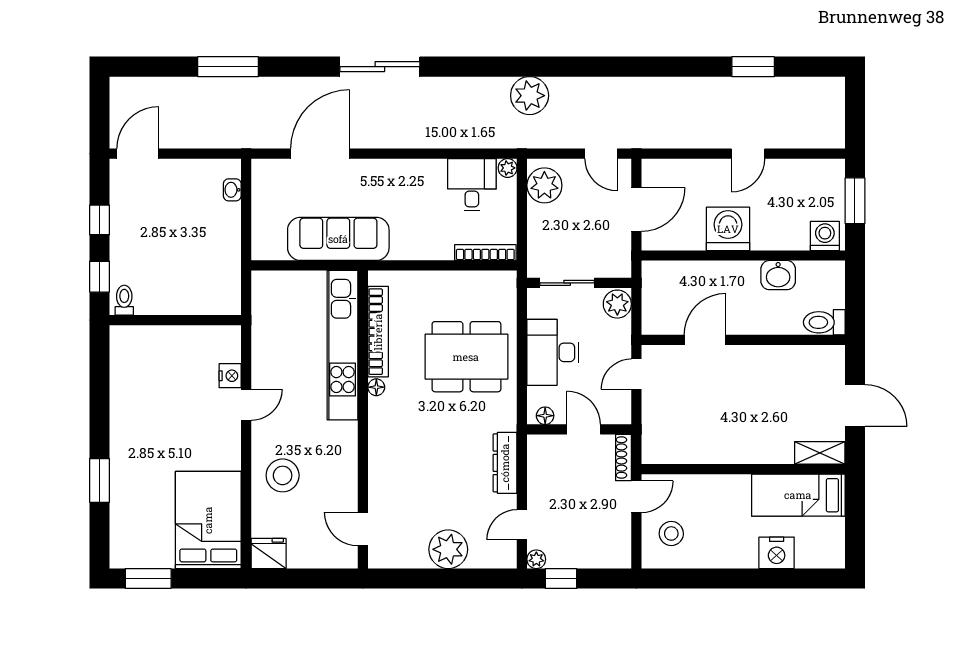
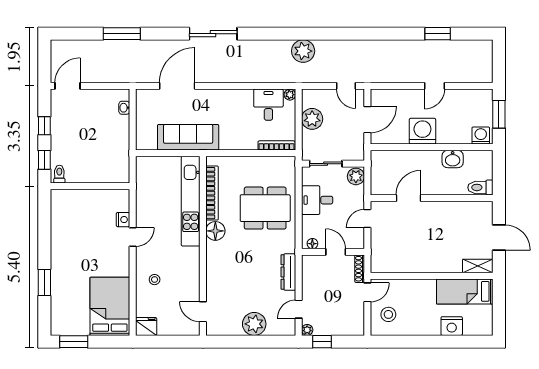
plant: (544, 185) -> (312, 119), moved
desk: (553, 352) -> (317, 200), width x0.73
floor lamp: (376, 387) -> (215, 231), width x1.89, depth x1.89
stool: (283, 475) -> (155, 280), width x0.53, depth x0.53

